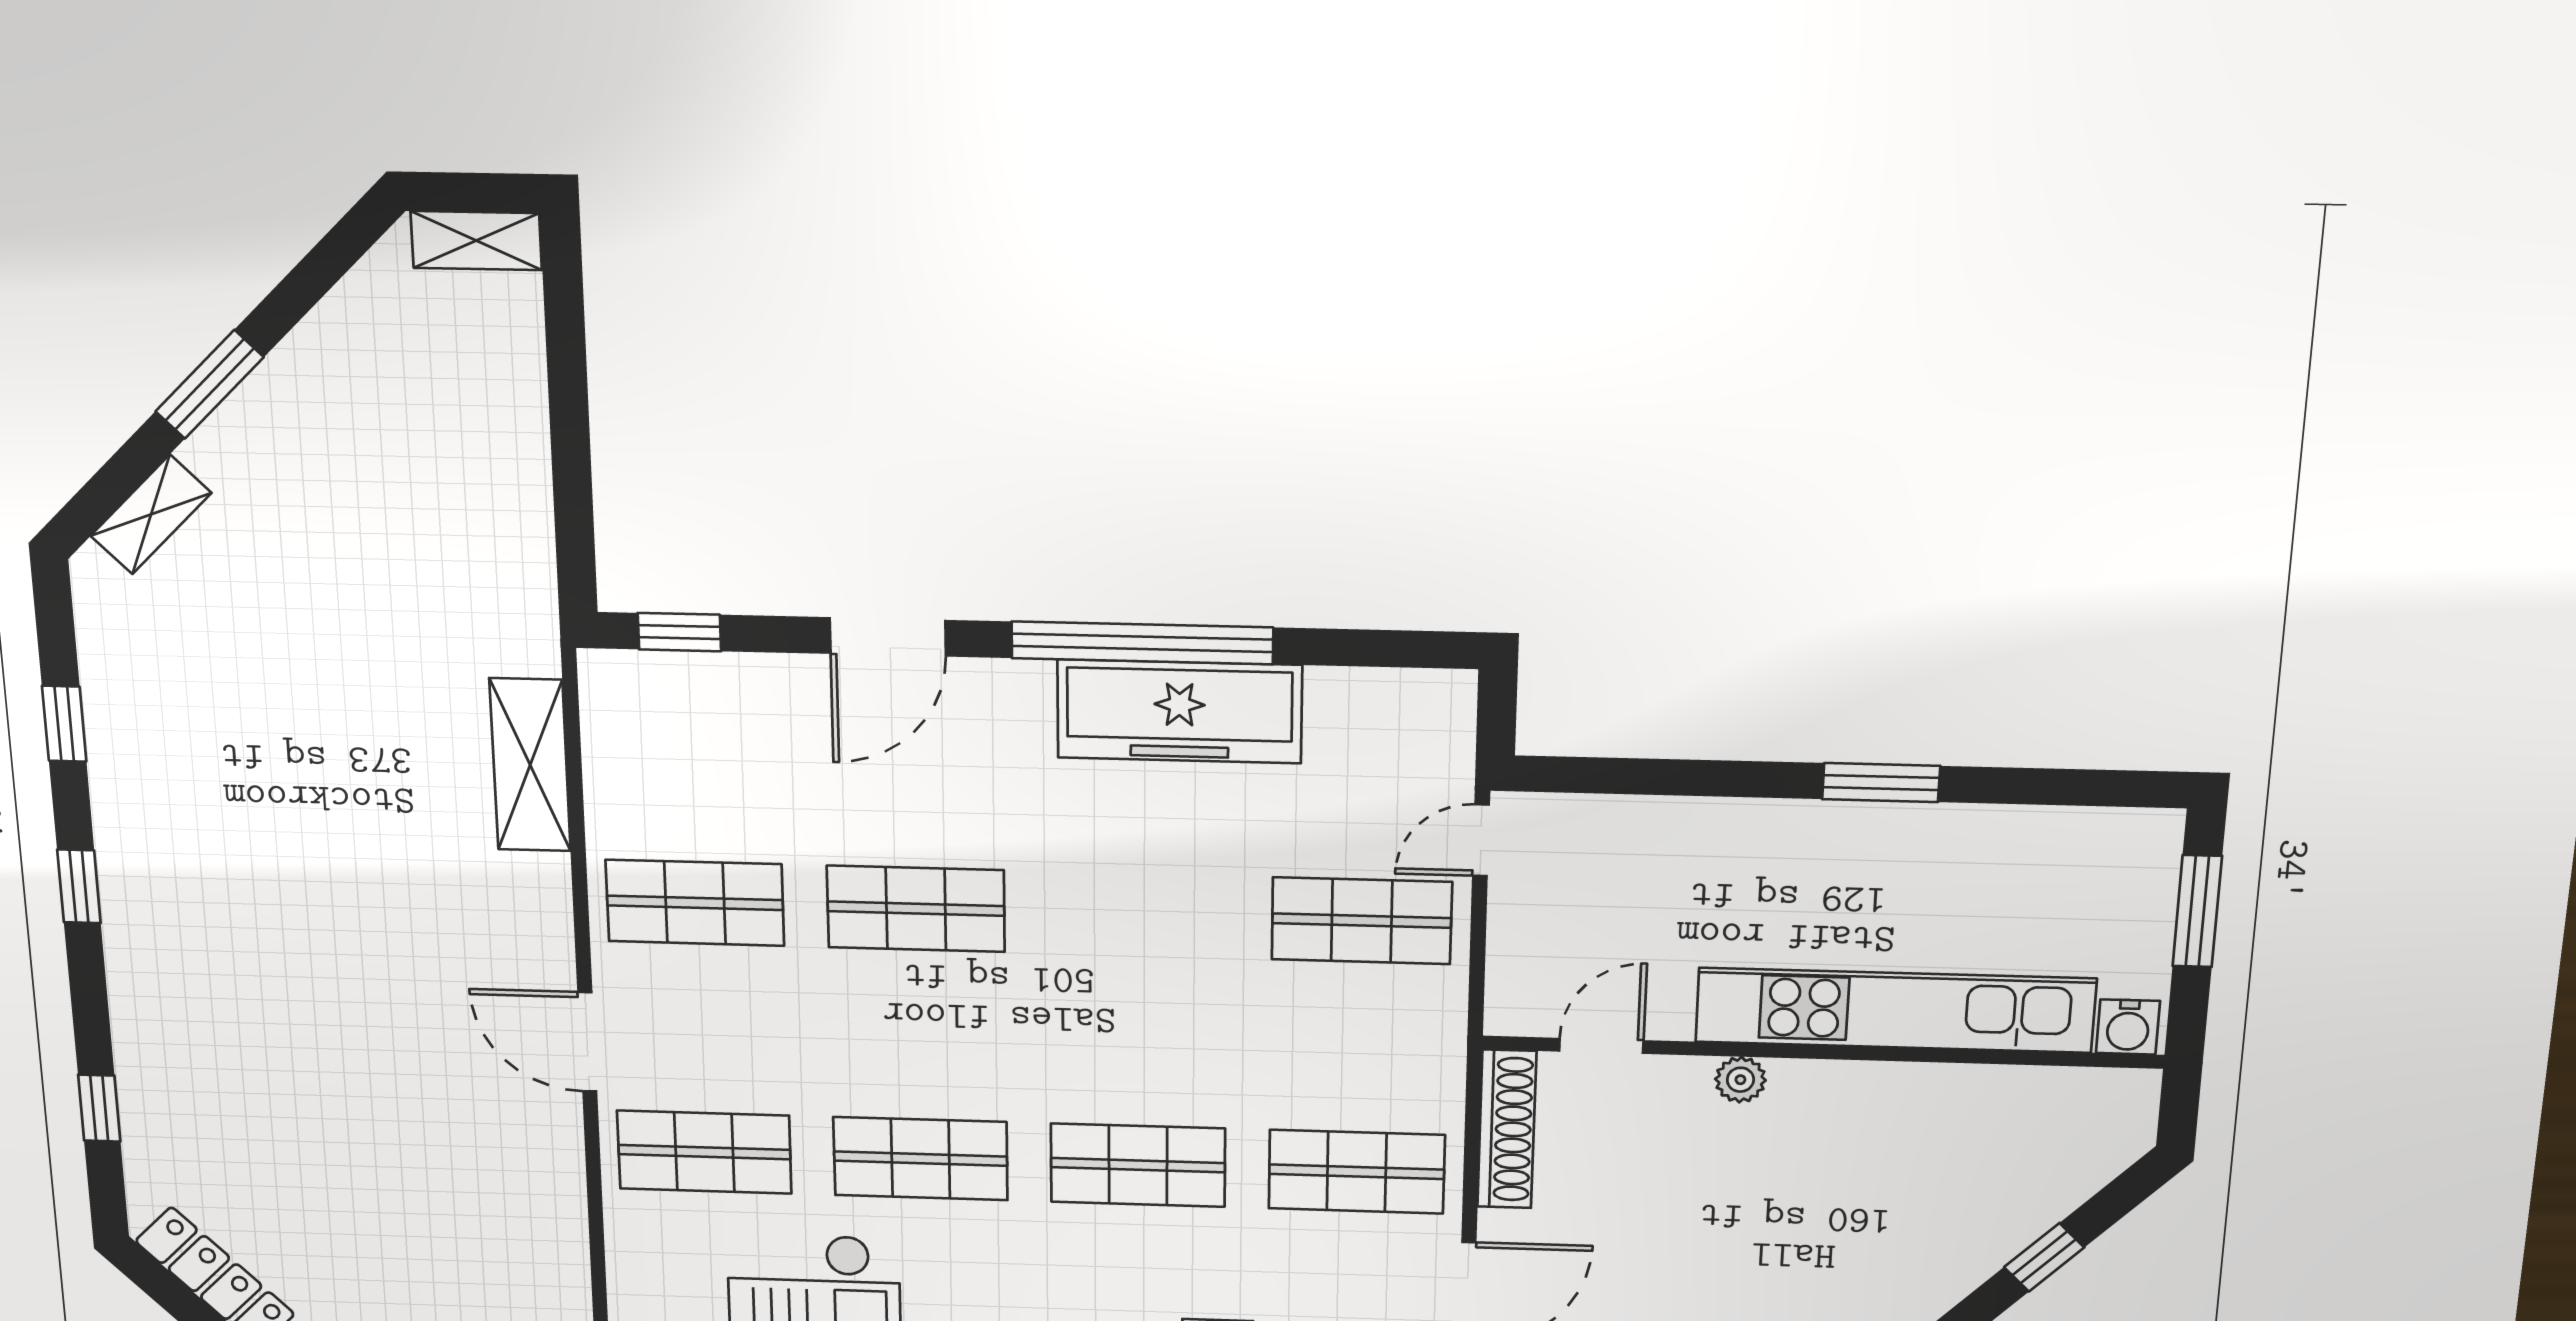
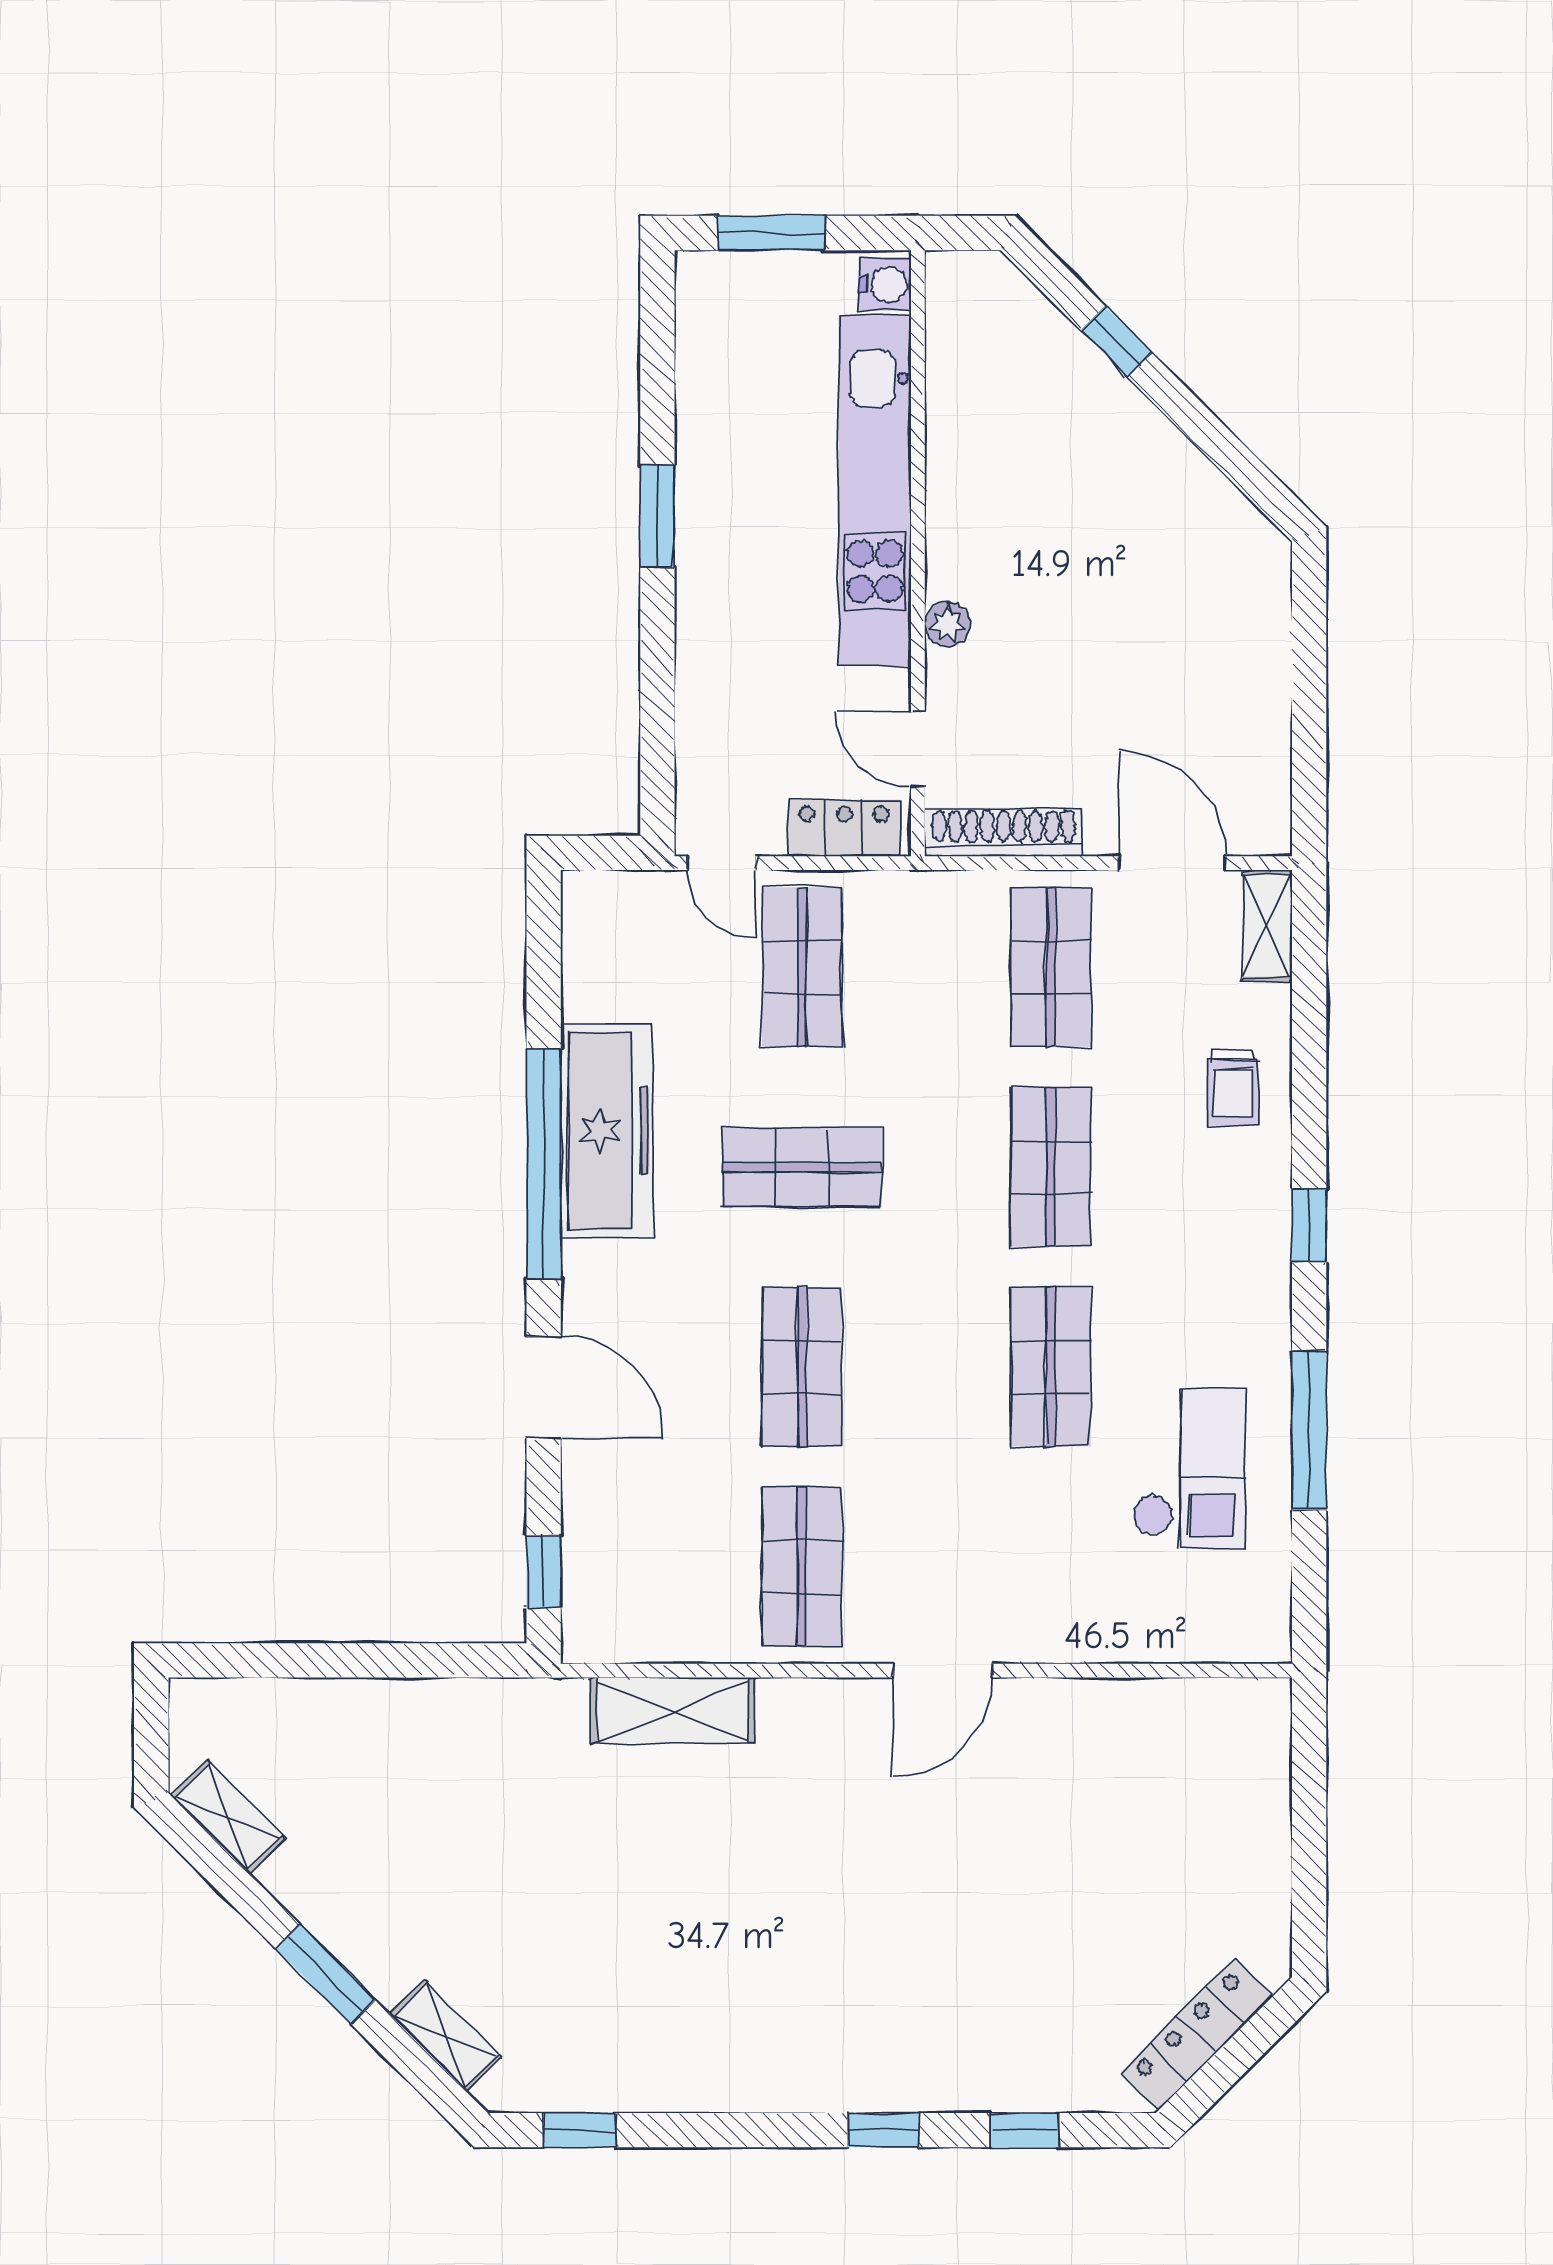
shelving: (476, 241) -> (228, 1817), moved, turned -45
window: (64, 724) -> (579, 2130), moved
window: (79, 886) -> (883, 2130), moved
locker: (1516, 968) -> (844, 828), added
shop shelf: (704, 1152) -> (802, 1167), moved, turned 90

